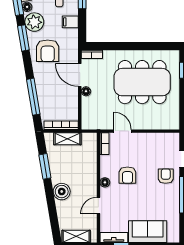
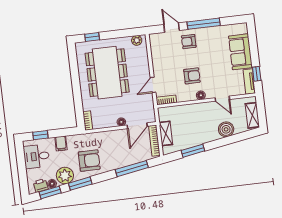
door: (80, 75) -> (137, 126), moved
plant: (174, 119) -> (137, 40), added
boiler: (62, 192) -> (226, 129), moved

